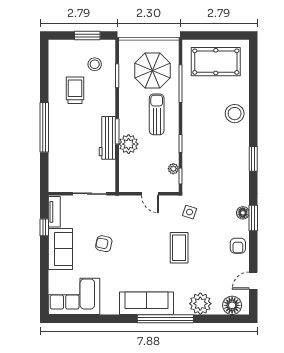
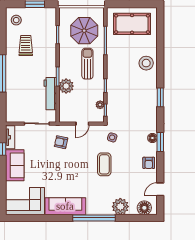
stool: (95, 64) -> (16, 20), moved
workbench: (107, 138) -> (50, 94), moved
door: (150, 194) -> (82, 124), hinge flipped
armchair: (104, 244) -> (61, 142), moved
sofa: (146, 303) -> (65, 206), moved

